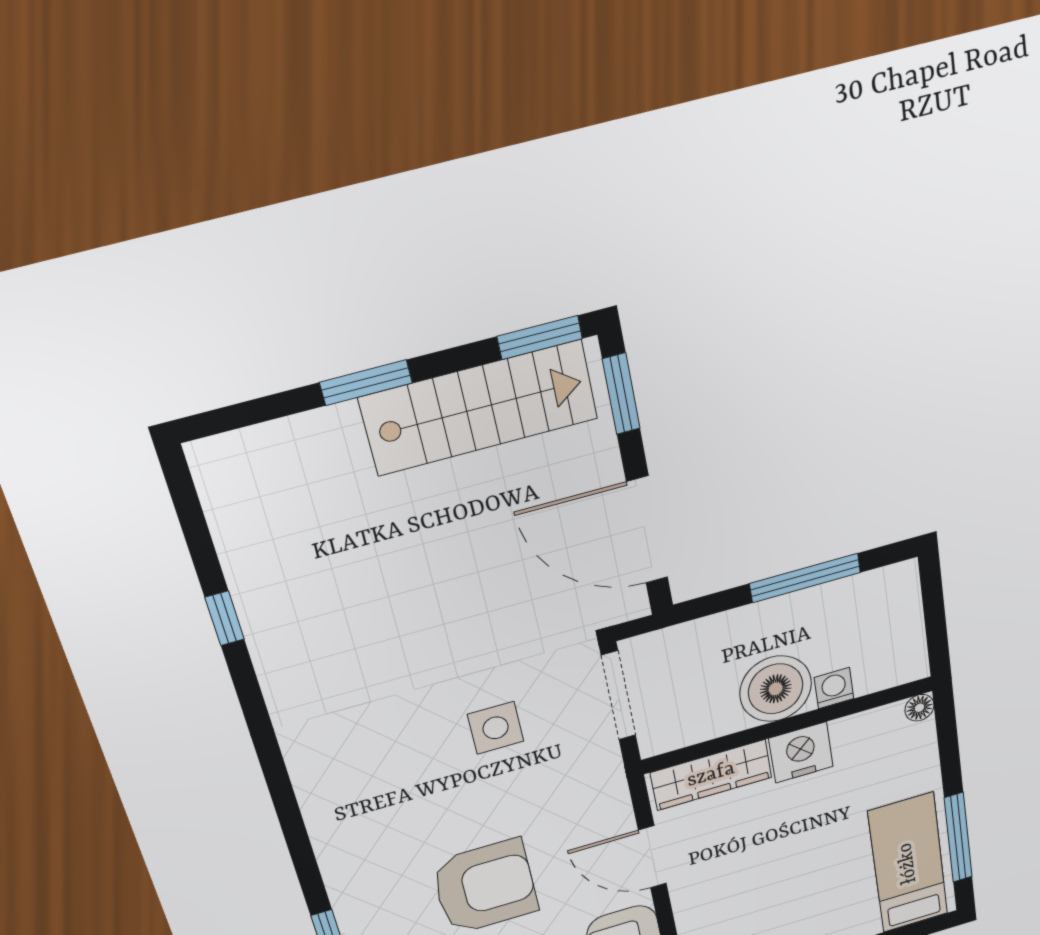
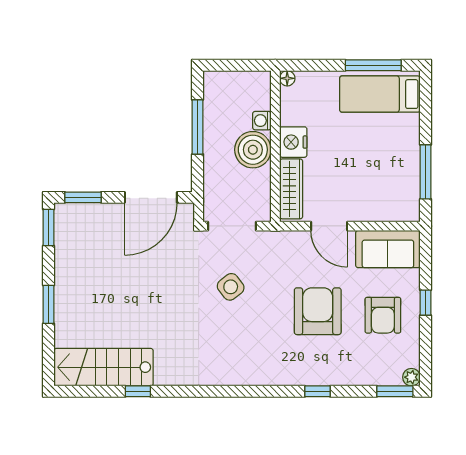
stairs: (479, 408) -> (103, 367), moved, turned -90
side table: (496, 728) -> (231, 287), turned -38
door: (652, 857) -> (329, 226), hinge flipped

